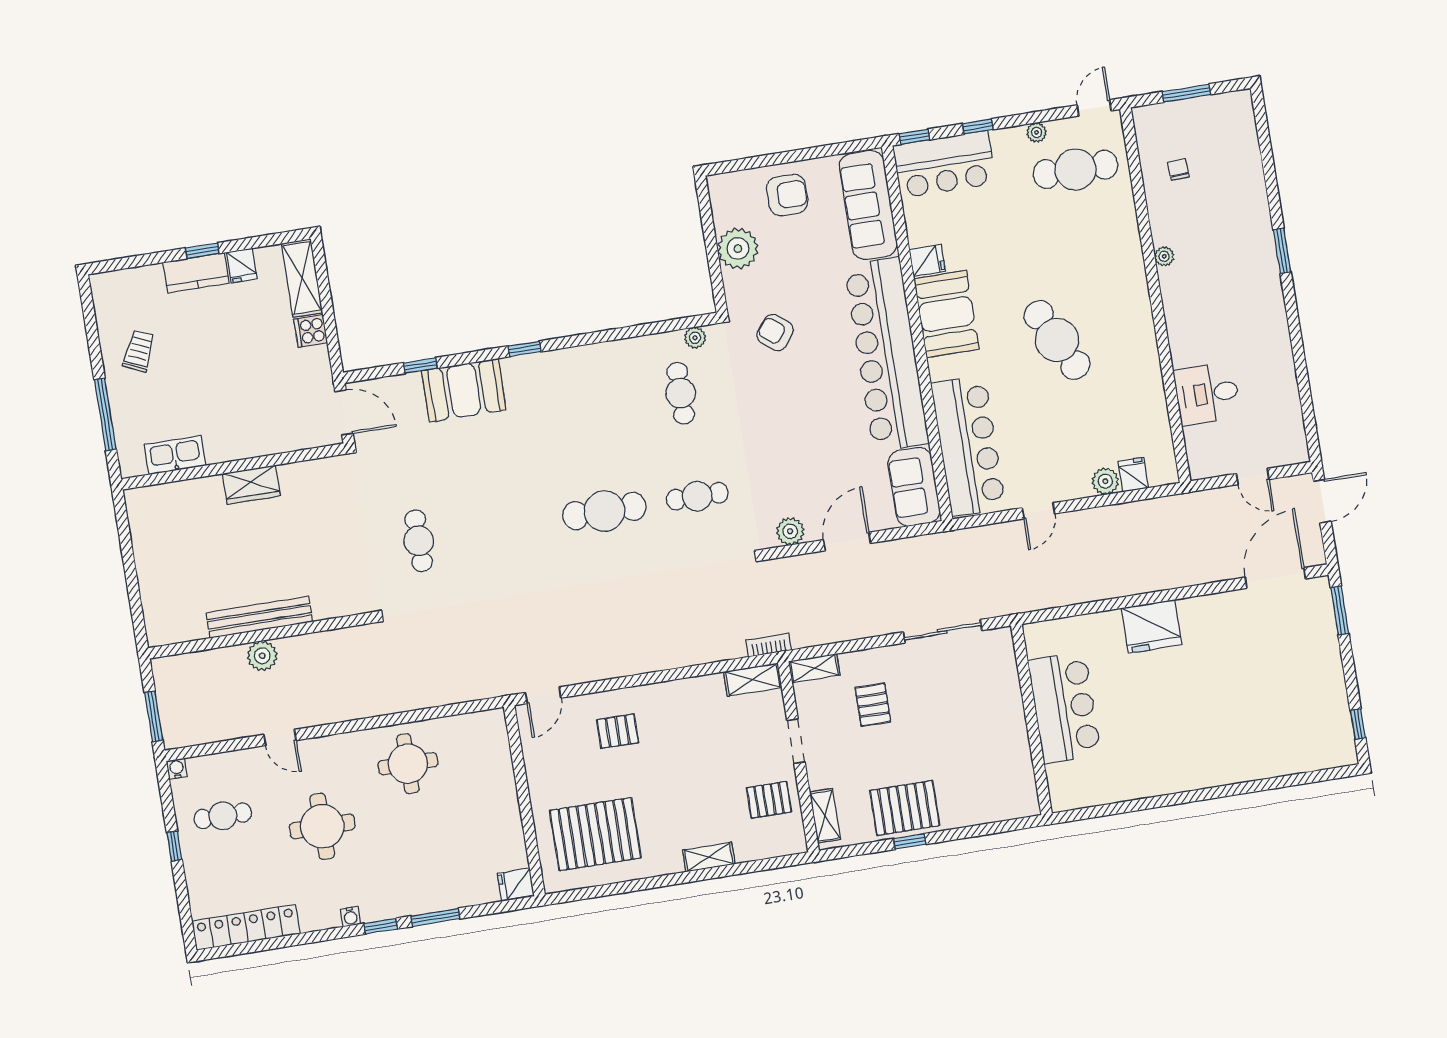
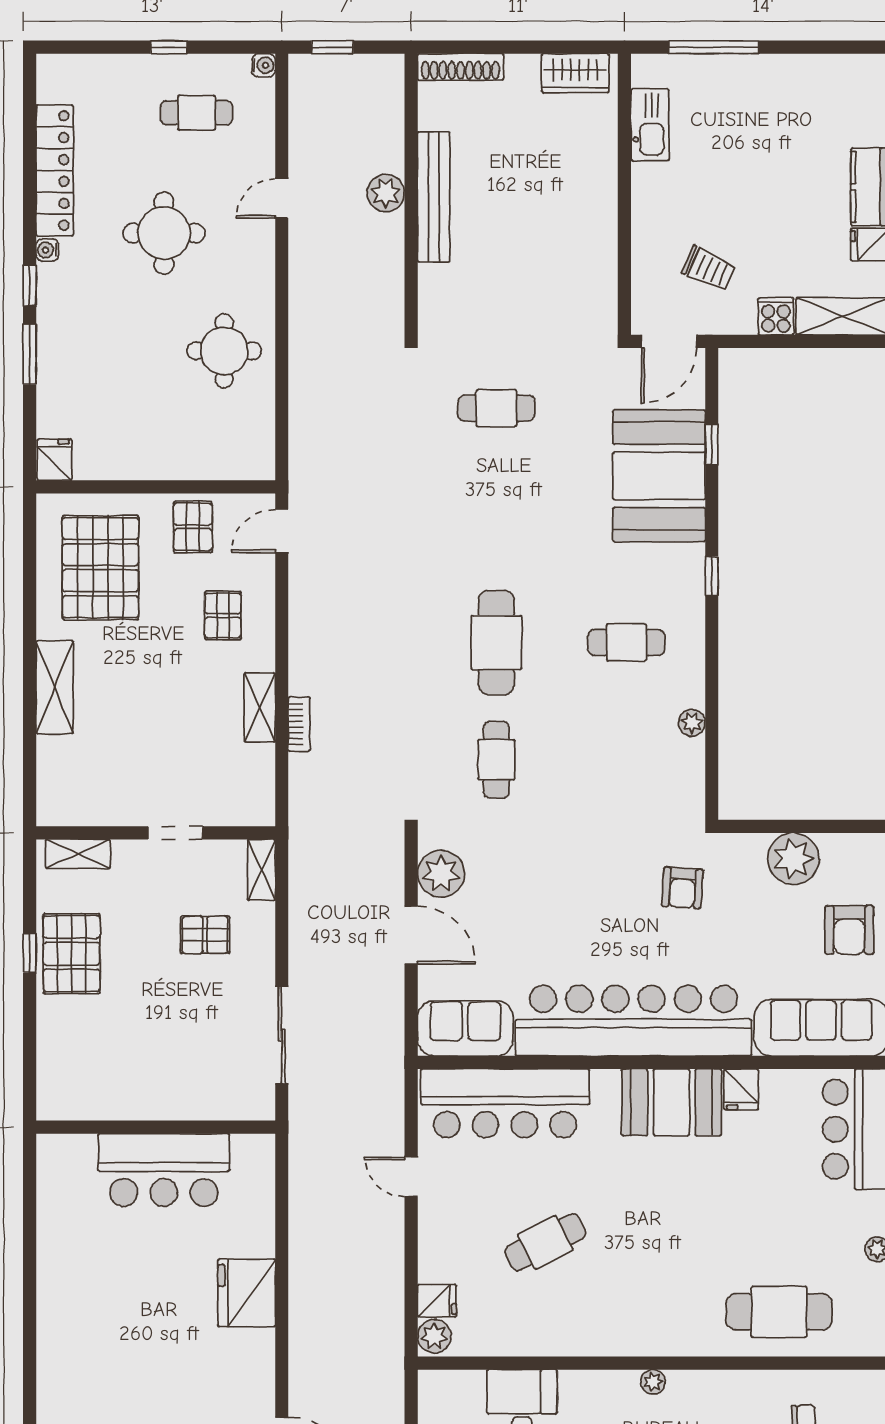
cafe table: (1075, 169) -> (779, 1312), moved, turned 90
plant: (1164, 256) -> (653, 1382), moved
armchair: (775, 333) -> (682, 888), turned 146
plant: (695, 338) -> (692, 723), moved
cafe table: (1057, 340) -> (545, 1242), moved, width x0.73, depth x0.74
trolley: (139, 351) -> (709, 268), moved
booth: (464, 390) -> (659, 476), width x1.36, depth x1.42
cafe table: (681, 393) -> (626, 643), moved
plant: (1105, 481) -> (434, 1336), moved
wardrobe: (251, 485) -> (575, 73), moved, turned -90
plant: (790, 531) -> (441, 874), width x1.36, depth x1.36
shoe rack: (153, 612) -> (461, 67), added
bookcase: (769, 645) -> (299, 724), moved
shelving: (753, 680) -> (260, 707), moved
door: (543, 695) -> (282, 531), hinge flipped
window: (154, 716) -> (332, 47), width x0.67
pallet: (769, 800) -> (193, 527), moved
cafe table: (223, 816) -> (197, 113), turned 90
shelving: (709, 857) -> (55, 687), width x1.50, depth x1.33
locker: (246, 927) -> (55, 170), moved

